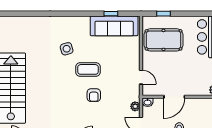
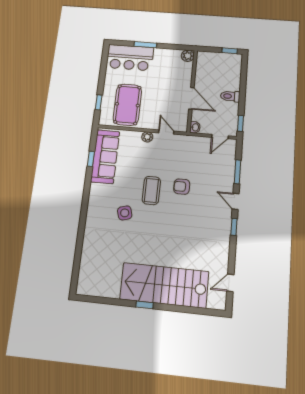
door: (141, 77) -> (166, 132), hinge flipped
armchair: (94, 95) -> (182, 187), turned 180
plant: (135, 106) -> (147, 137), moved

